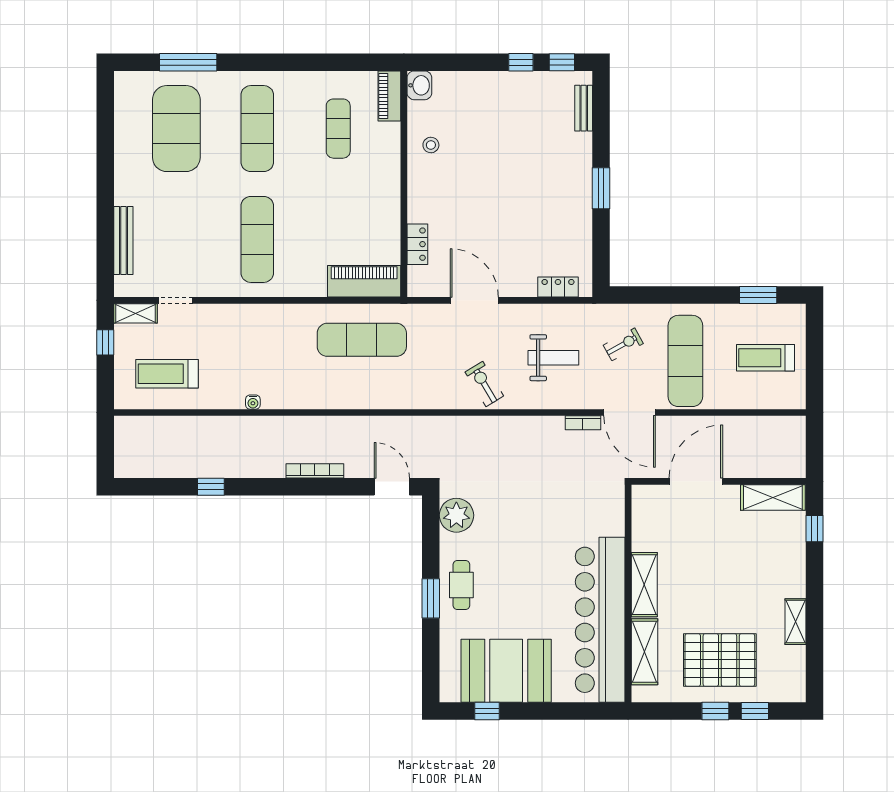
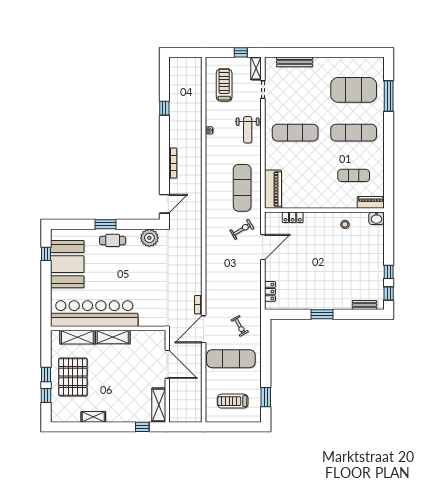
weight bench: (553, 358) -> (248, 130), moved
treadmill: (766, 358) -> (233, 401), turned -90
exercise bike: (484, 384) -> (242, 229), moved

